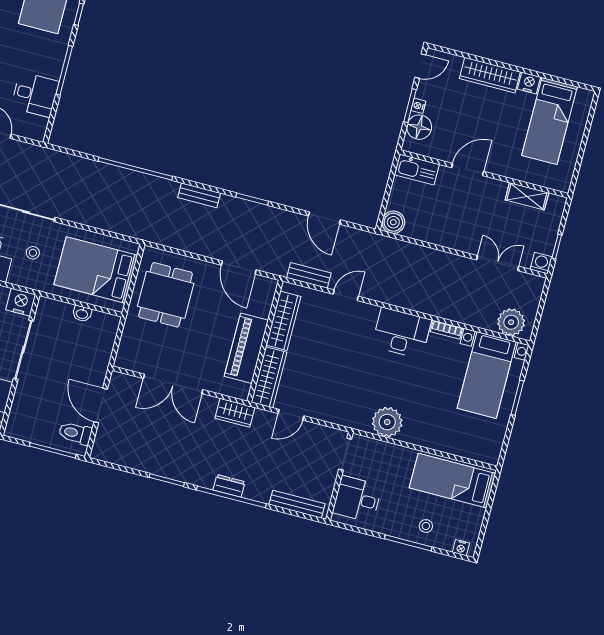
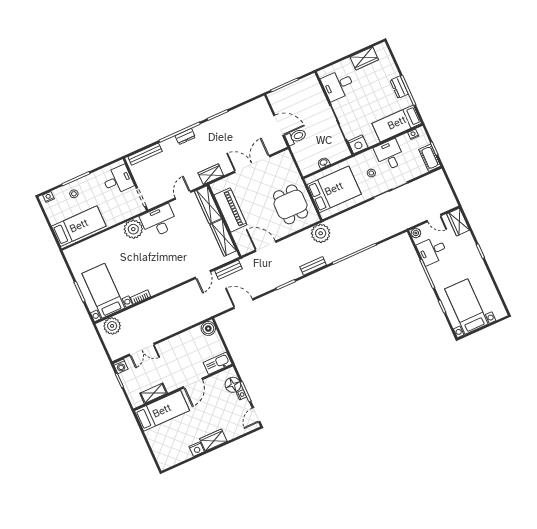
wardrobe: (490, 75) -> (213, 440), width x0.67
bed: (550, 121) -> (162, 411), moved, turned 90
plant: (38, 133) -> (416, 233), added
plant: (157, 228) -> (321, 233), added
desk: (402, 333) -> (159, 221), moved, turned 180
toilet: (75, 433) -> (296, 137), moved

